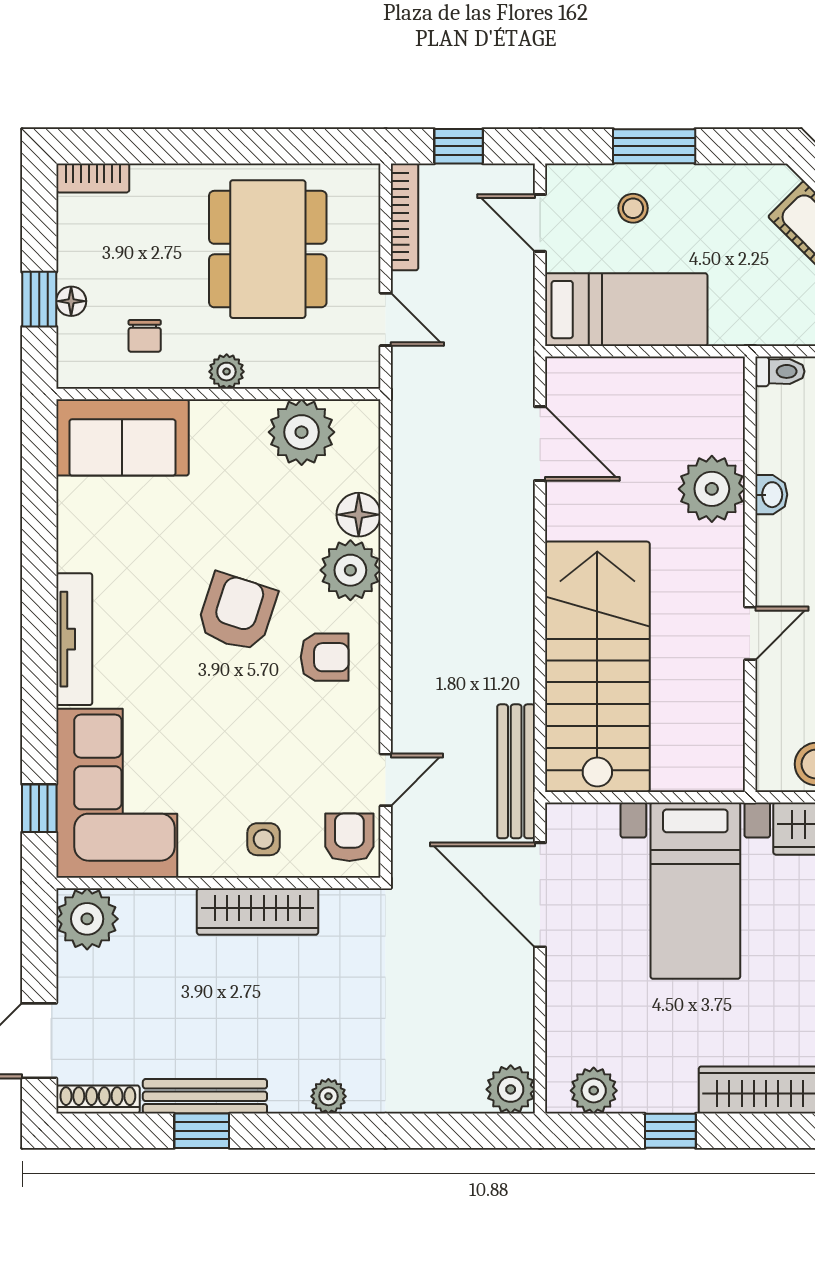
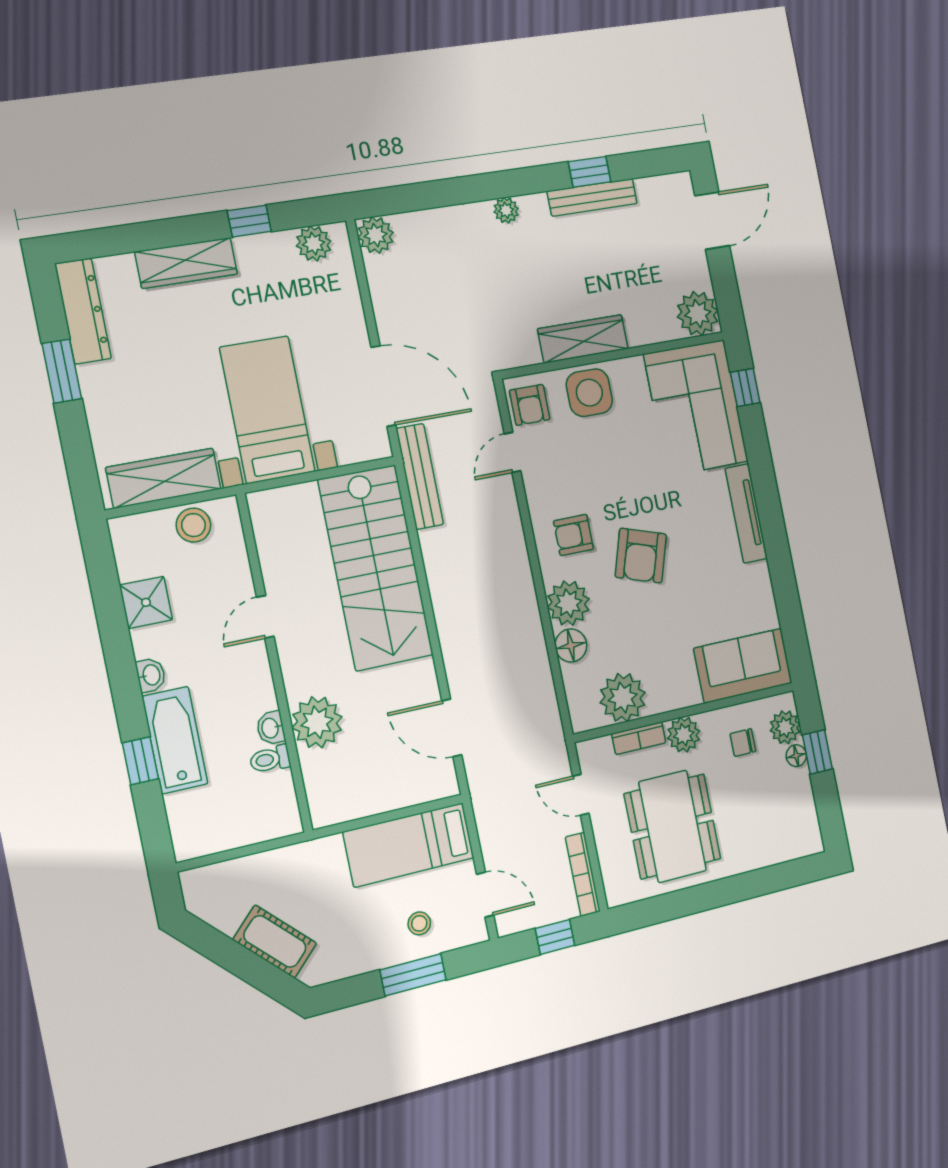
bookcase: (93, 178) -> (639, 738), moved, turned 180
chair: (145, 336) -> (743, 743), turned -90
plant: (79, 343) -> (785, 727), added
toilet: (780, 371) -> (270, 759), moved
plant: (227, 372) -> (684, 735), width x1.38, depth x1.38
side table: (264, 839) -> (589, 393), width x1.87, depth x1.87
shoe rack: (98, 1099) -> (665, 184), removed

